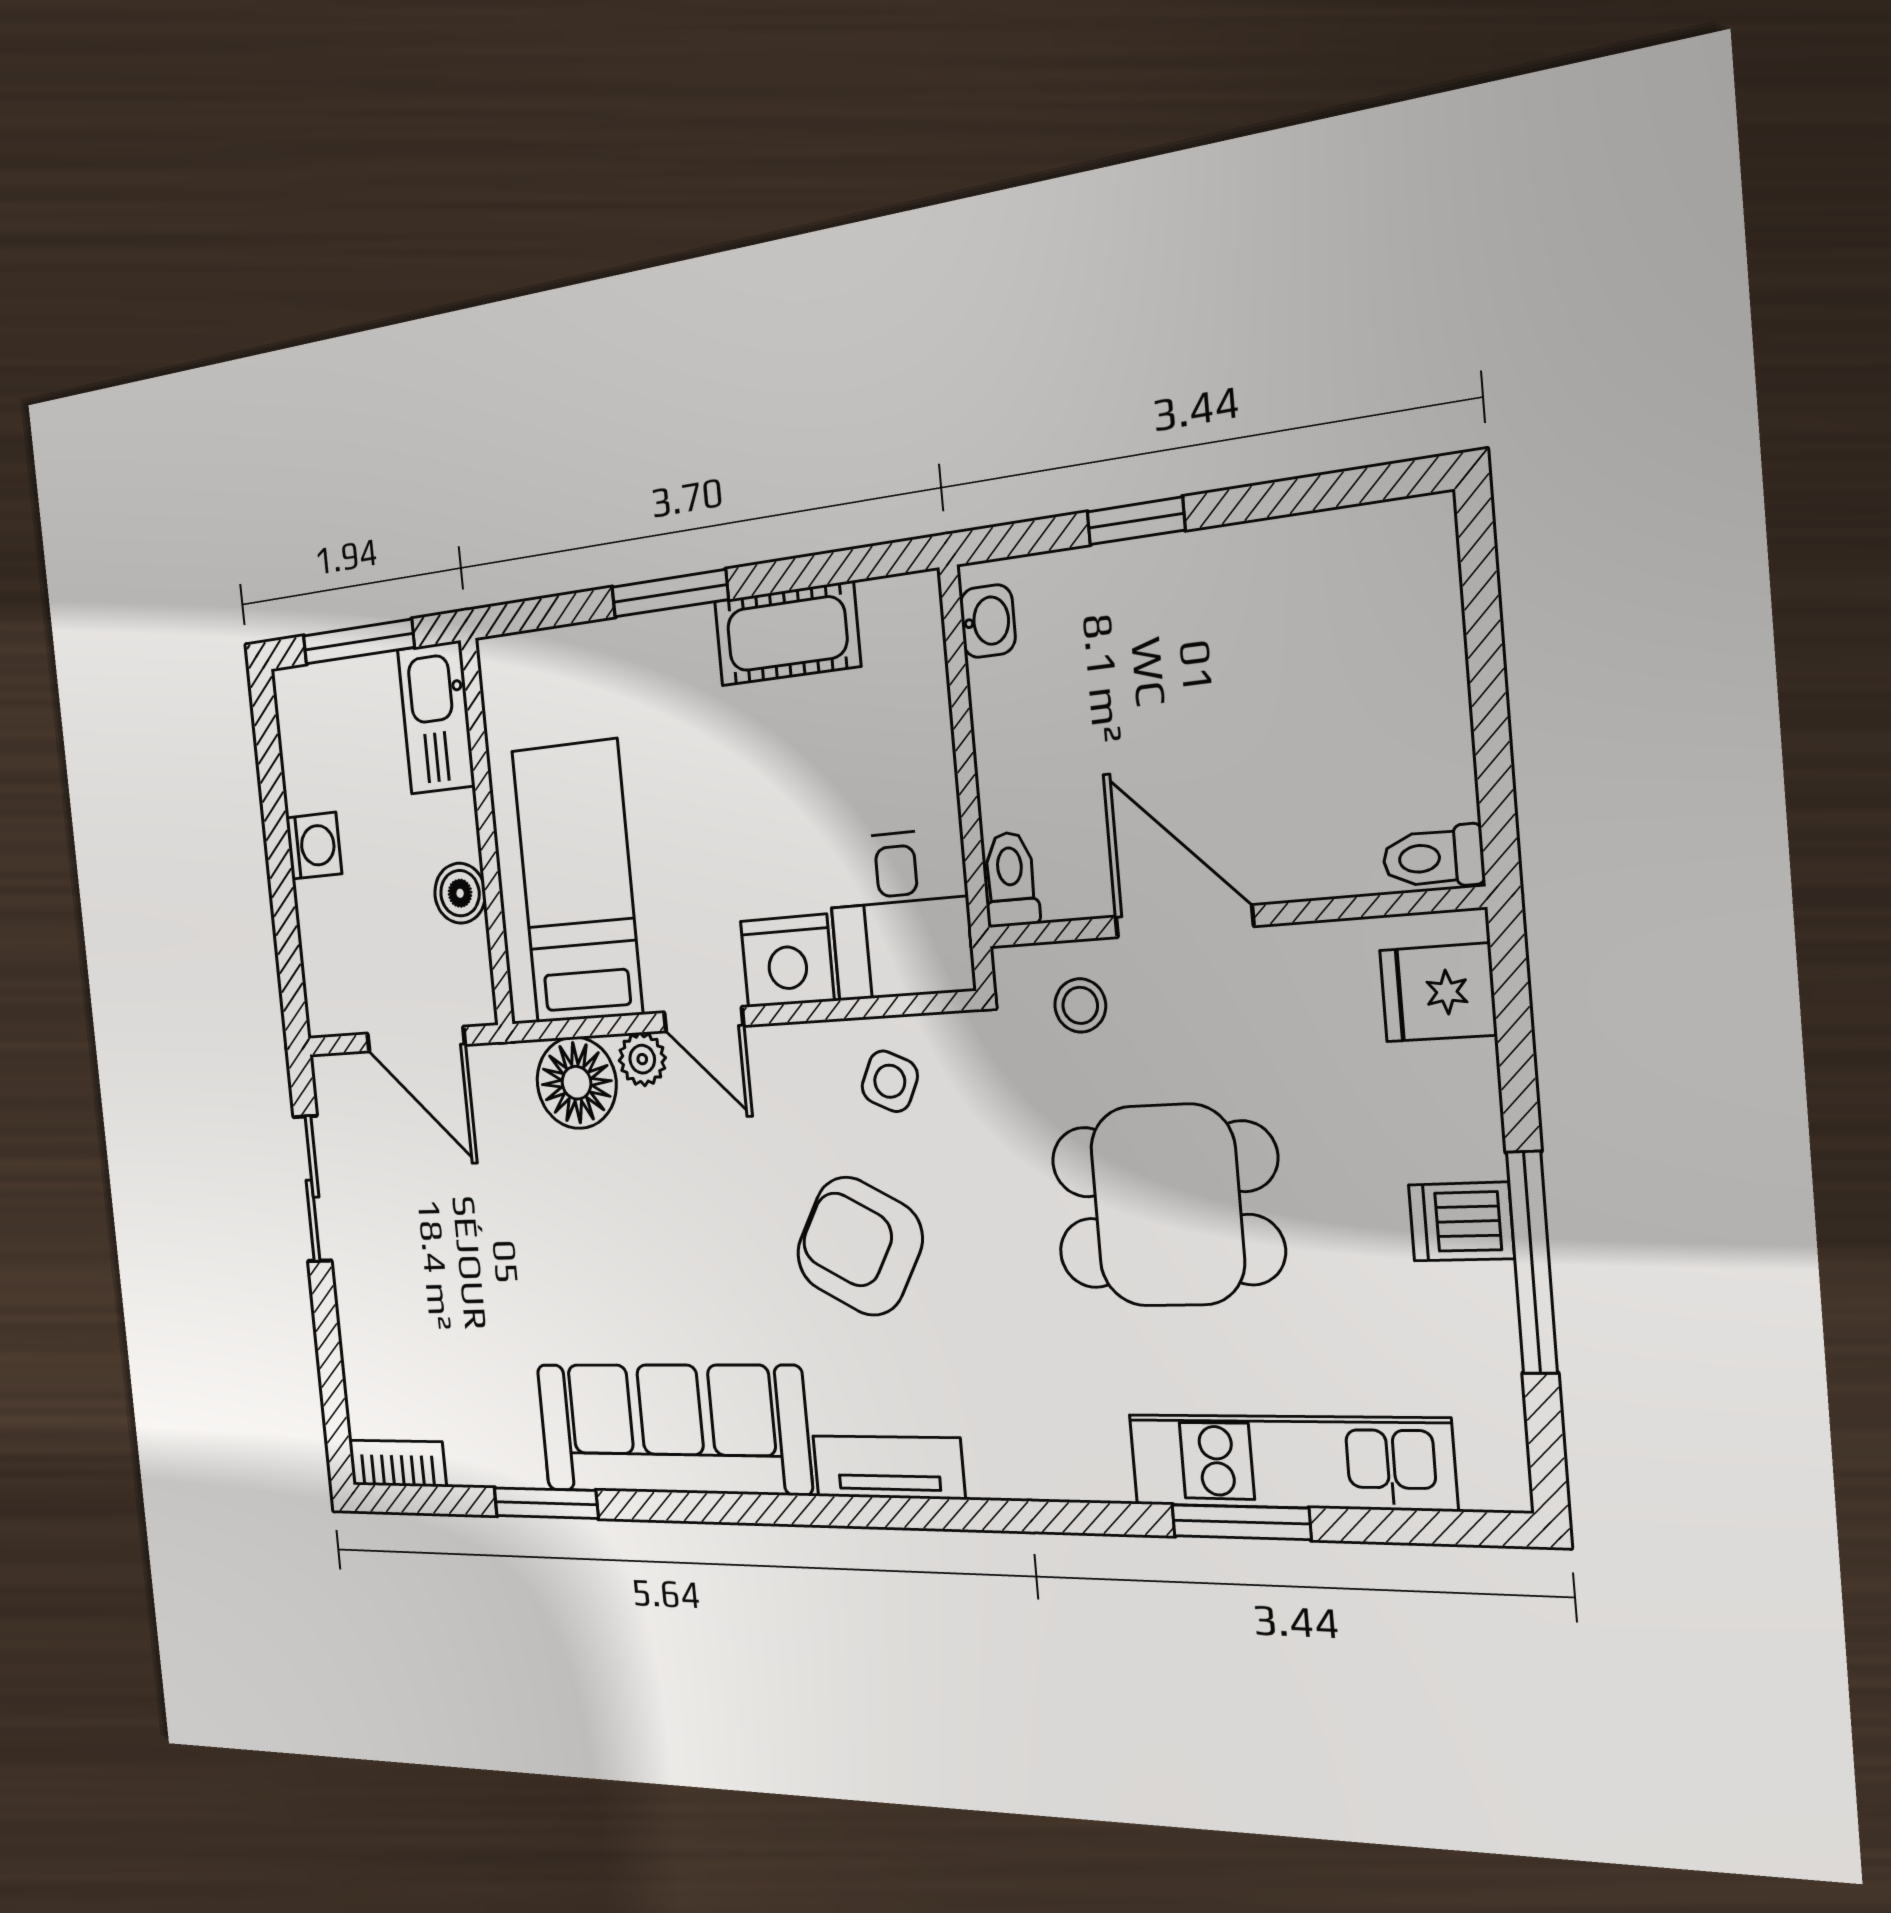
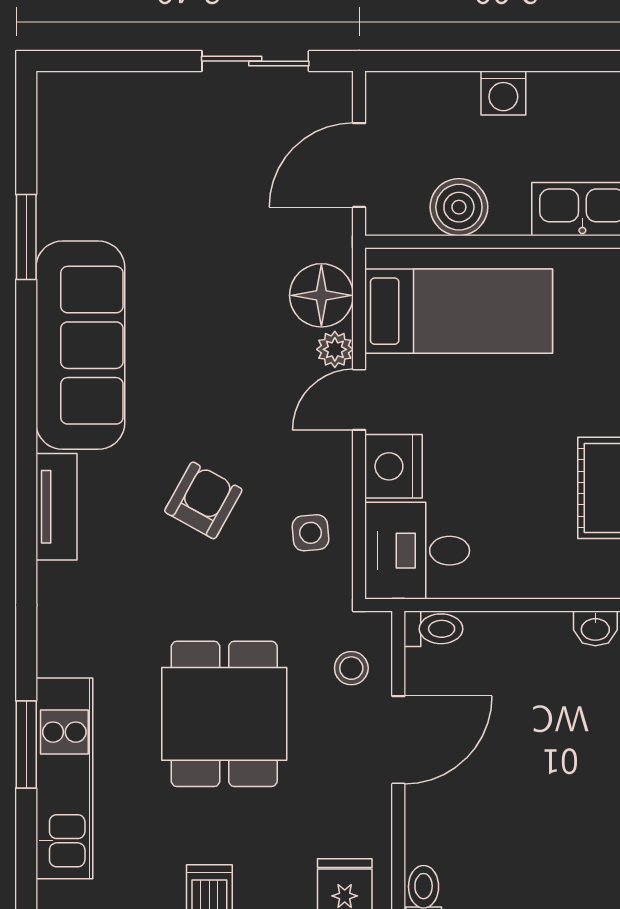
boiler: (460, 893) -> (459, 207), width x1.36, depth x1.36
side table: (890, 1081) -> (311, 533), turned -30
armchair: (860, 1246) -> (203, 500), width x0.72, depth x0.72
bookcase: (397, 1463) -> (53, 112), removed

